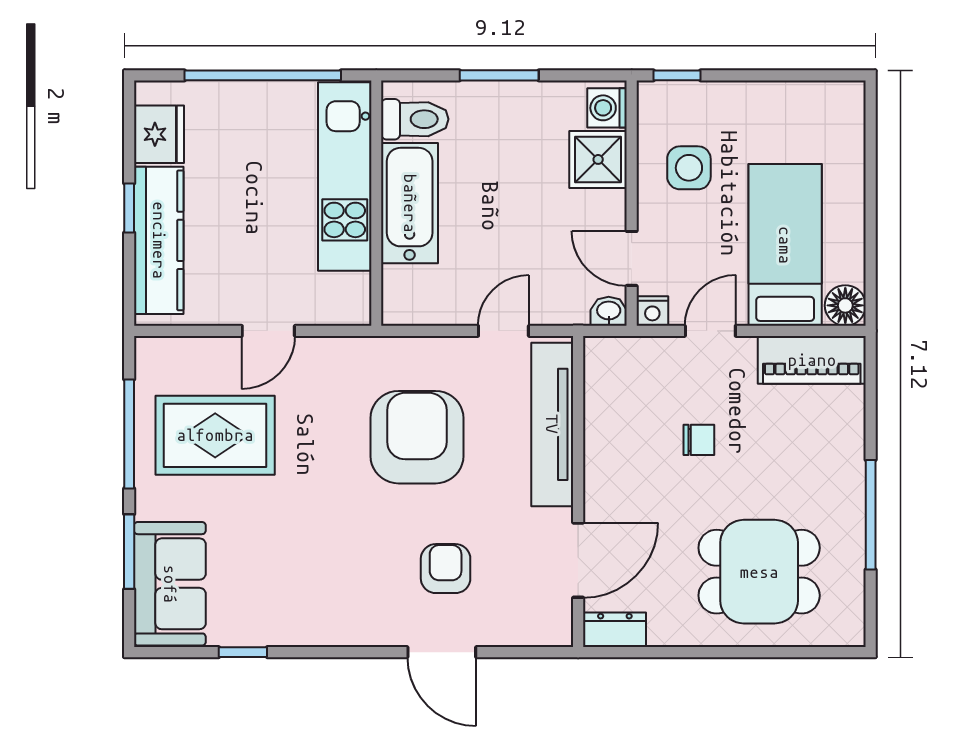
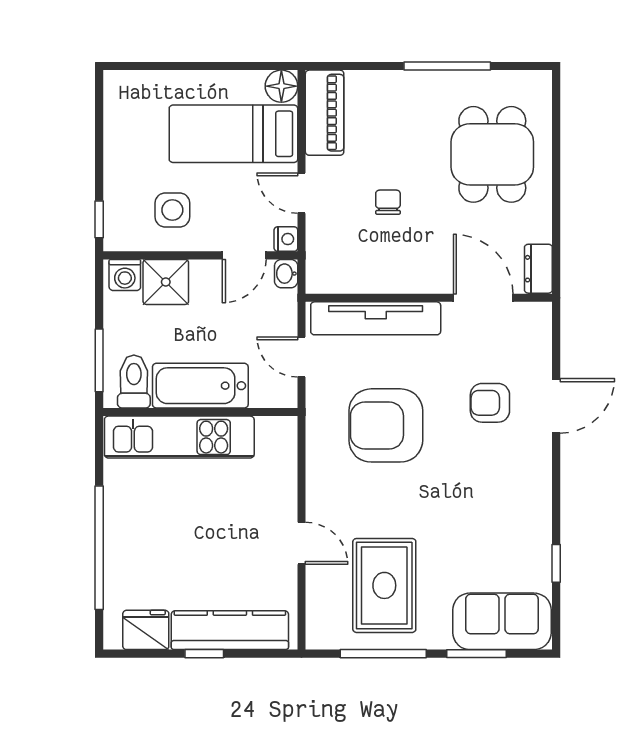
toilet: (415, 119) -> (134, 382), moved
kitchen unit: (345, 177) -> (179, 437), moved
wall: (376, 203) -> (200, 412), moved
bathtub: (410, 203) -> (200, 386), moved

